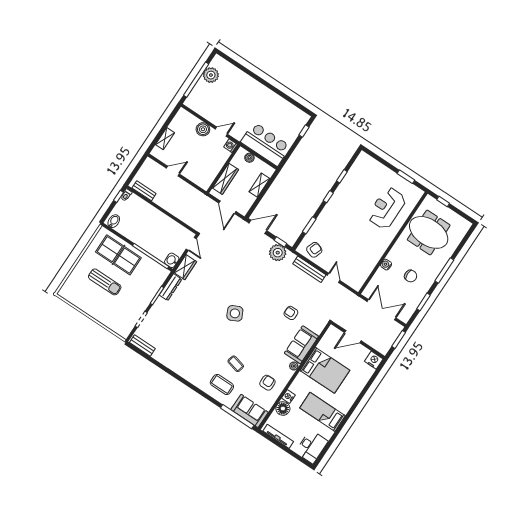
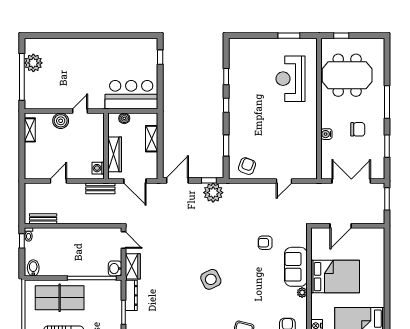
shelving: (165, 139) -> (30, 130), moved
washing machine: (231, 146) -> (98, 168), moved
bench: (309, 269) -> (100, 188), moved, width x0.73
door: (334, 278) -> (284, 181), swing flipped
nightstand: (374, 360) -> (376, 235), removed

